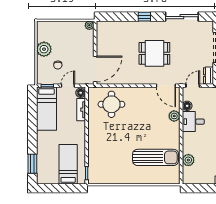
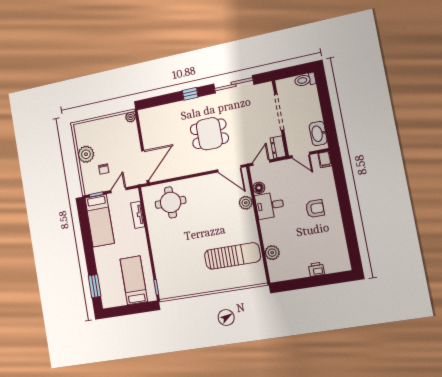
floor lamp: (81, 93) -> (134, 196), removed

